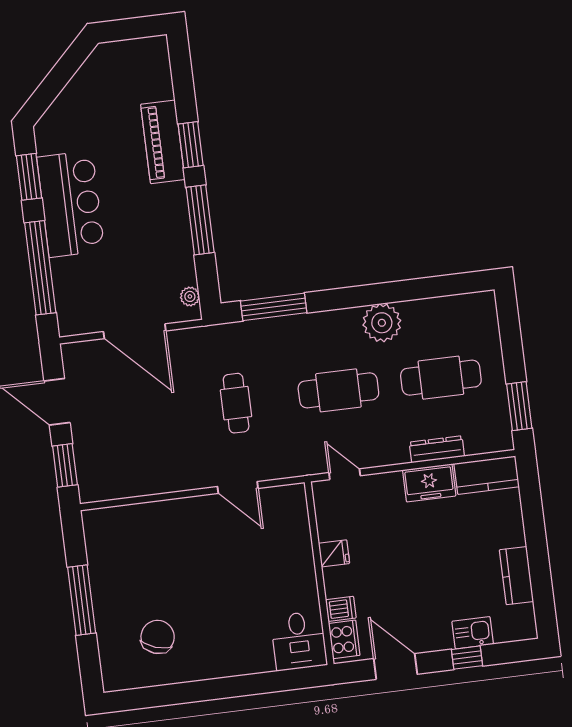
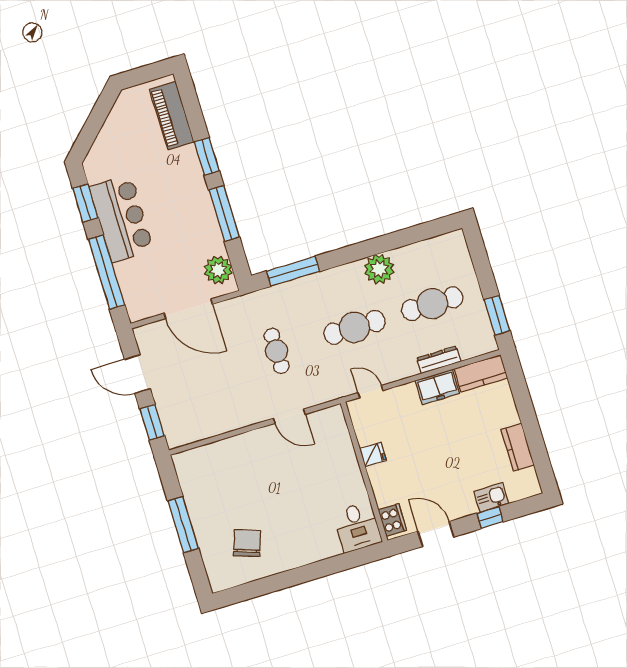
piano: (163, 142) -> (172, 116), moved
plant: (190, 296) -> (218, 270), width x1.88, depth x1.88
dishwasher: (341, 609) -> (386, 497), removed

